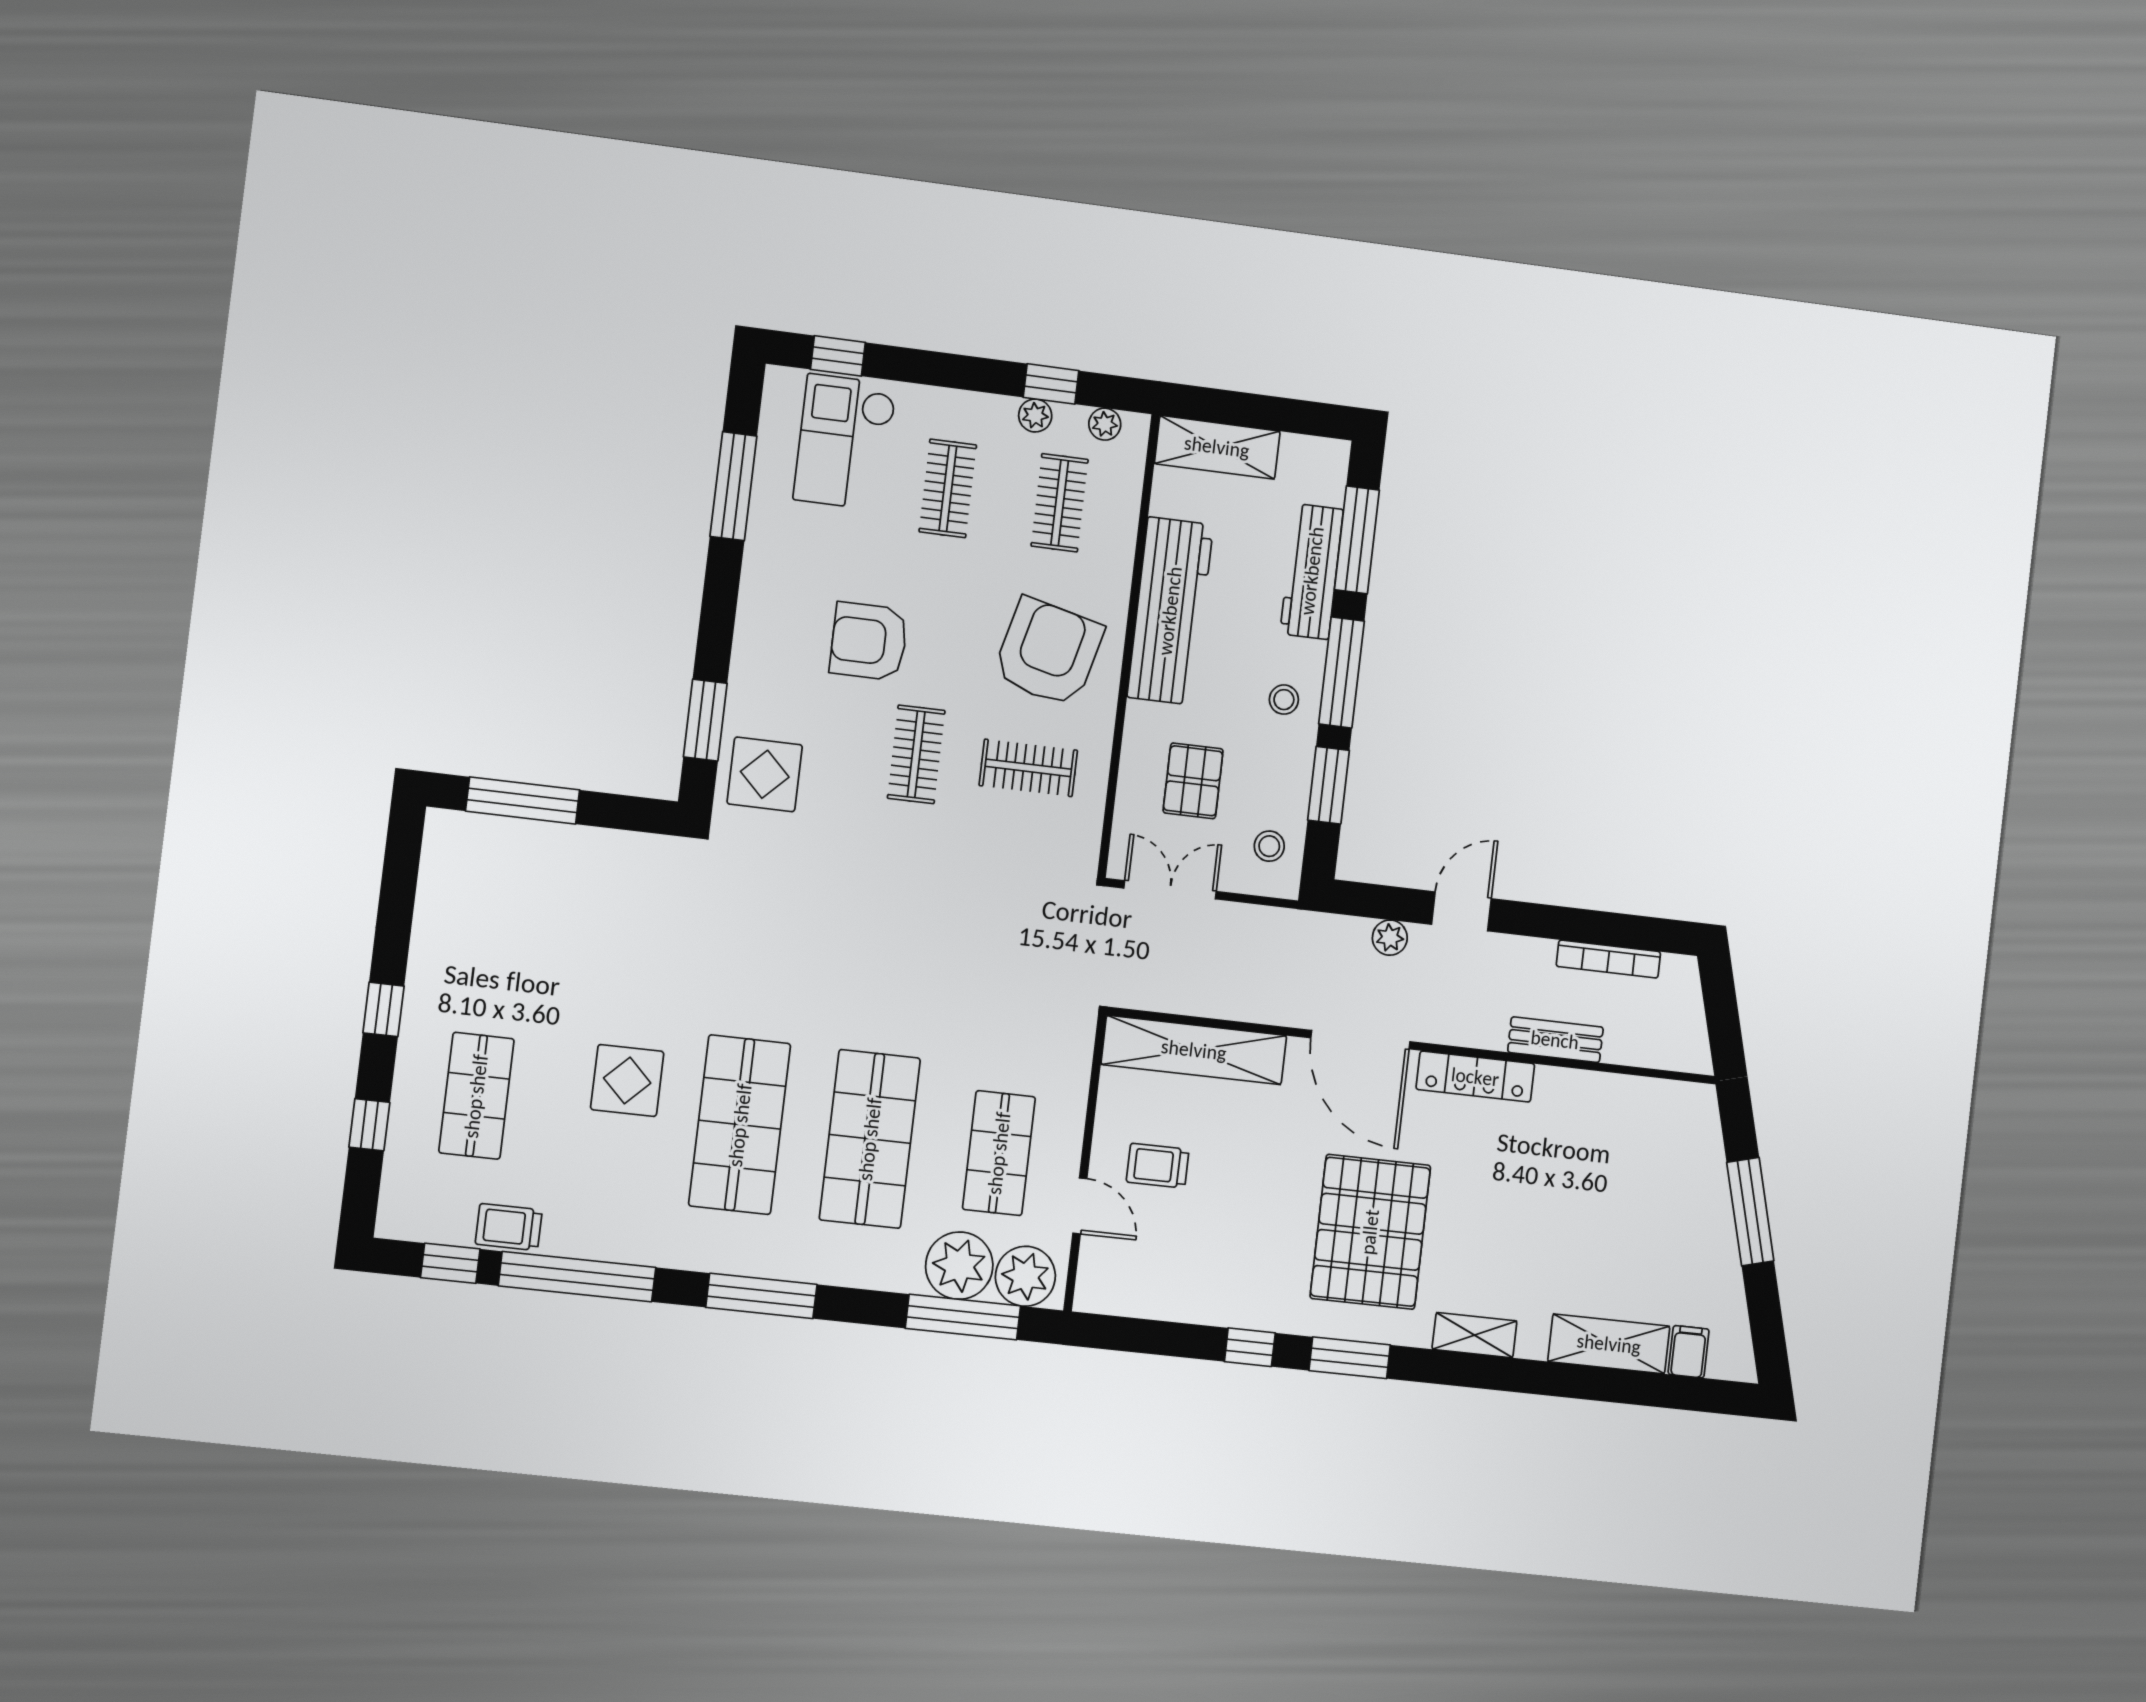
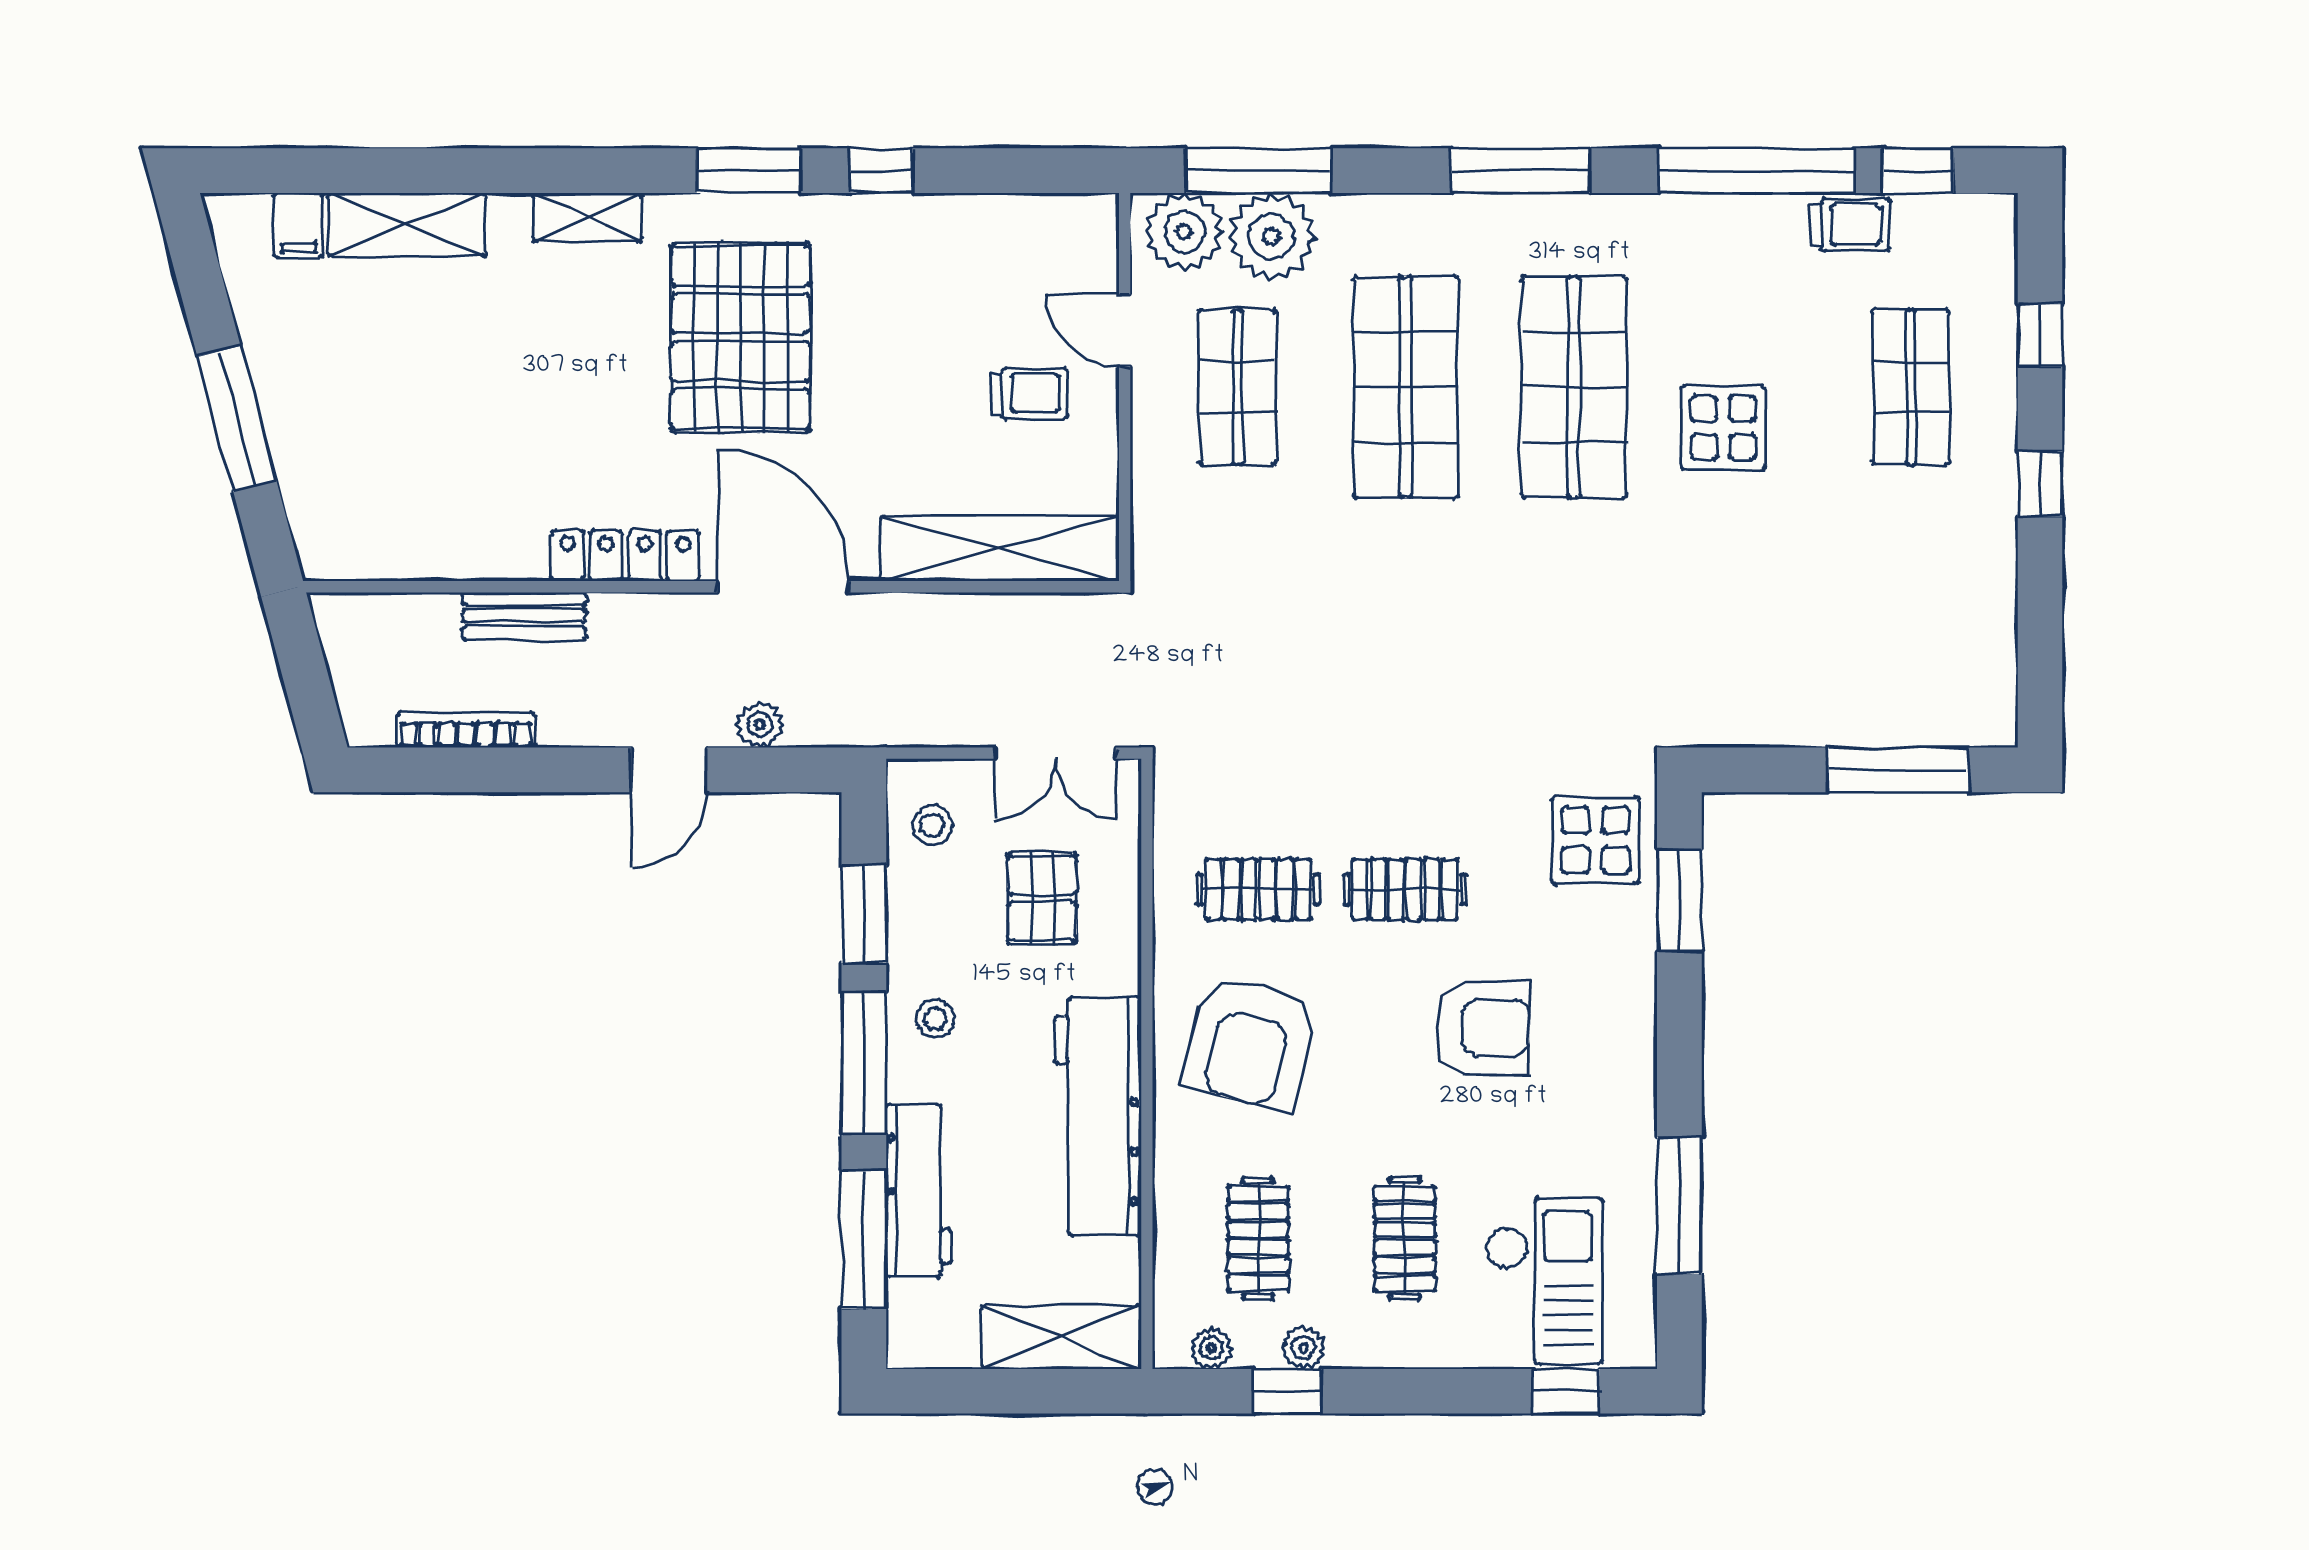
clothes rail: (916, 754) -> (1405, 889), turned 90

